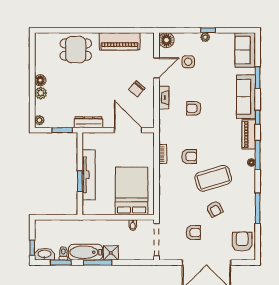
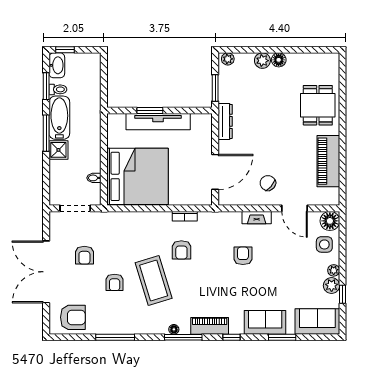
window: (208, 30) -> (343, 294), moved
plant: (217, 39) -> (332, 286), added
side table: (188, 62) -> (324, 244), moved
sofa: (246, 97) -> (265, 322), width x0.73
bed: (132, 191) -> (137, 176), width x1.36
armchair: (215, 209) -> (115, 282), turned -62
doorway: (157, 240) -> (75, 208), width x0.73

